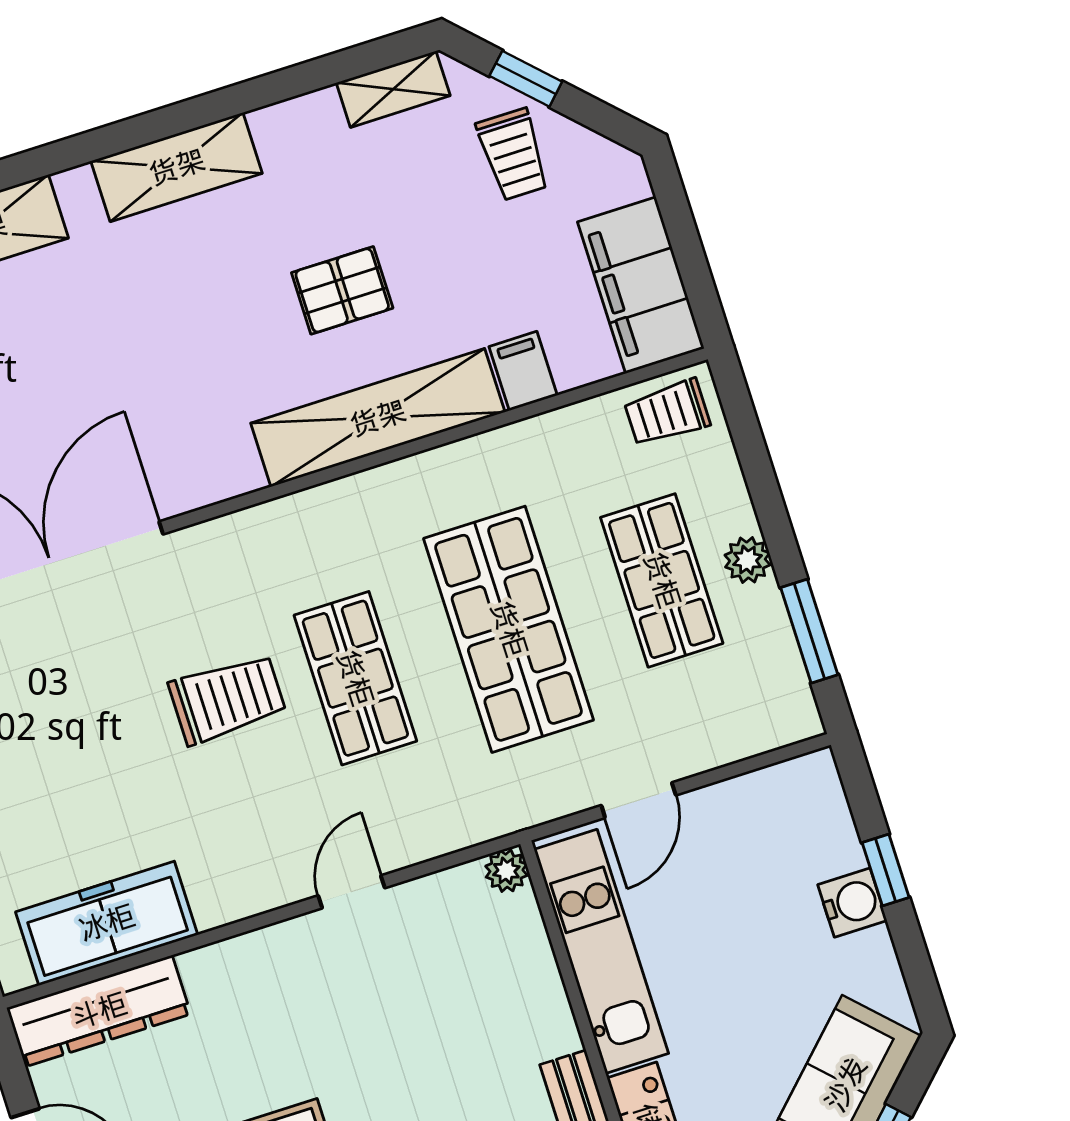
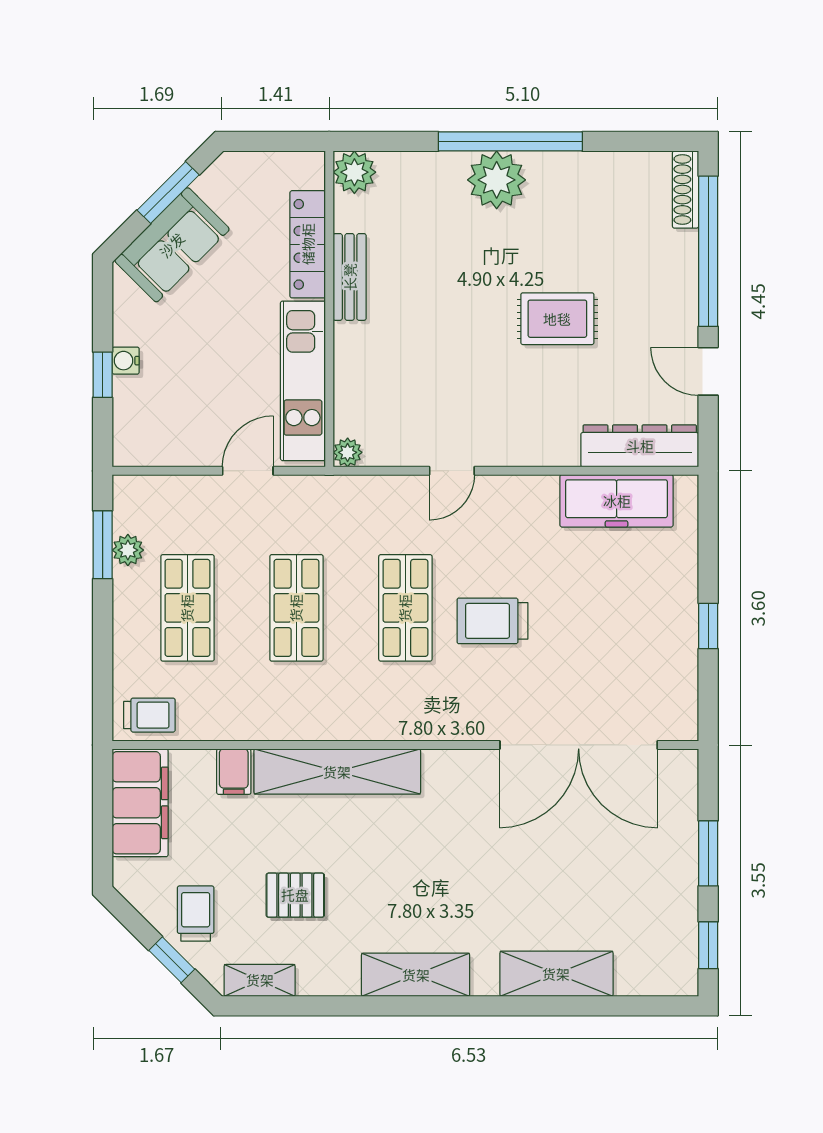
pallet: (342, 290) -> (295, 895), moved
plant: (747, 560) -> (128, 550), moved
shop shelf: (509, 629) -> (296, 608), width x0.70, depth x0.74
water cooler: (852, 903) -> (126, 361), width x0.72, depth x0.72

